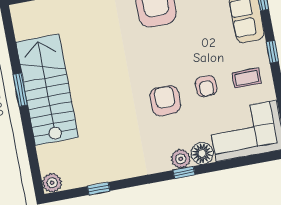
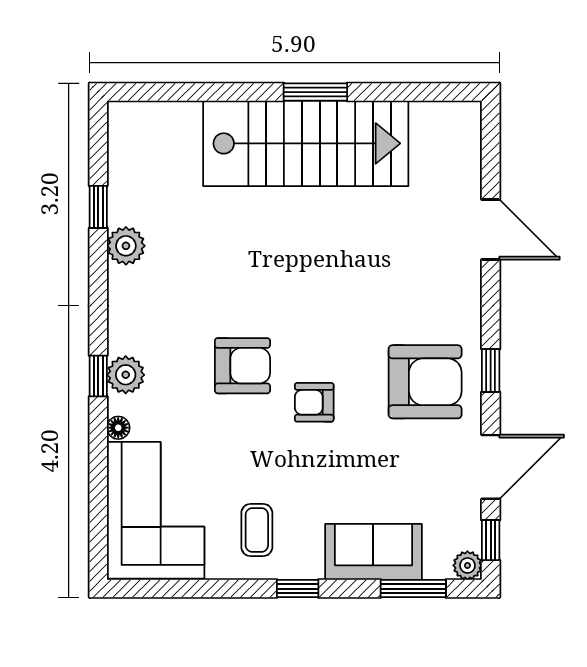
armchair: (206, 86) -> (314, 402), moved
floor lamp: (202, 153) -> (118, 428), width x0.53, depth x0.53
plant: (52, 183) -> (126, 246), moved

